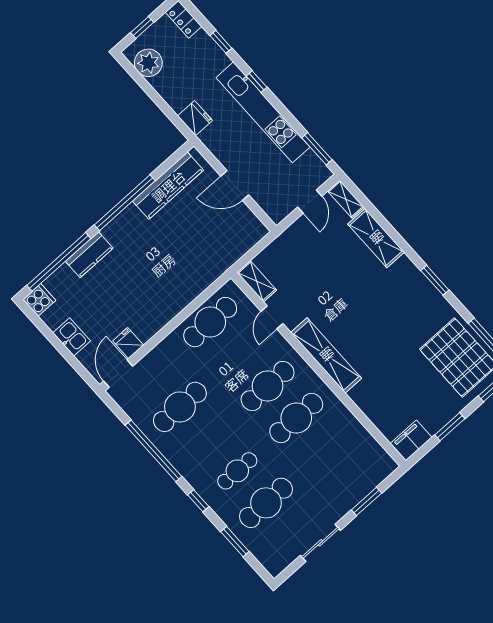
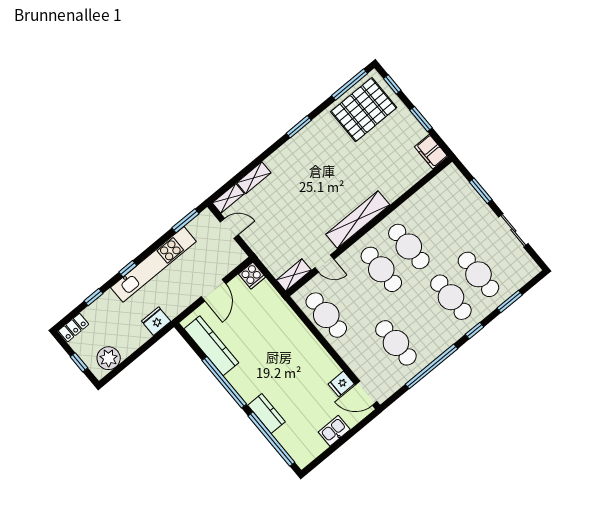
shelving: (376, 238) -> (254, 178), width x0.67, depth x0.75
cooker: (39, 300) -> (252, 276), moved, turned 180
cafe table: (237, 471) -> (451, 297), width x1.37, depth x1.35

